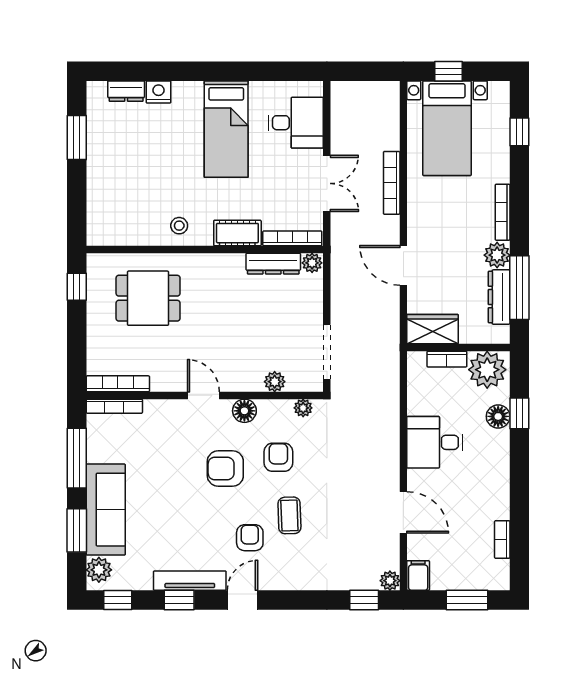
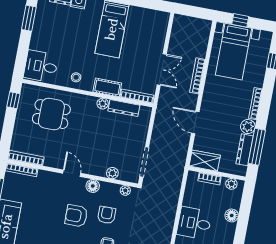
desk: (296, 123) -> (41, 66), moved, turned 180
plant: (312, 263) -> (103, 104), moved
plant: (487, 370) -> (231, 184), width x0.53, depth x0.53
window: (519, 413) -> (244, 216), removed

